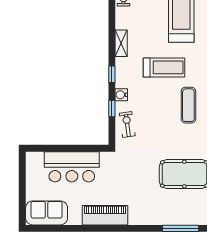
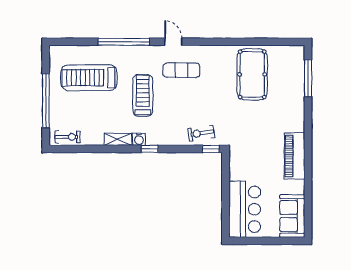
water cooler: (121, 95) -> (139, 139), moved
window: (112, 109) -> (211, 149), moved
bar counter: (72, 167) -> (245, 209), moved

